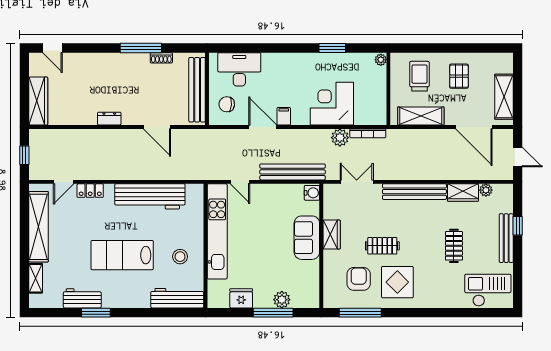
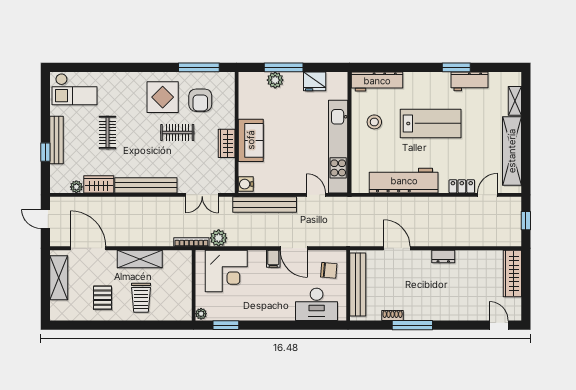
plant: (381, 60) -> (201, 314), moved
wall: (388, 89) -> (194, 285), moved

